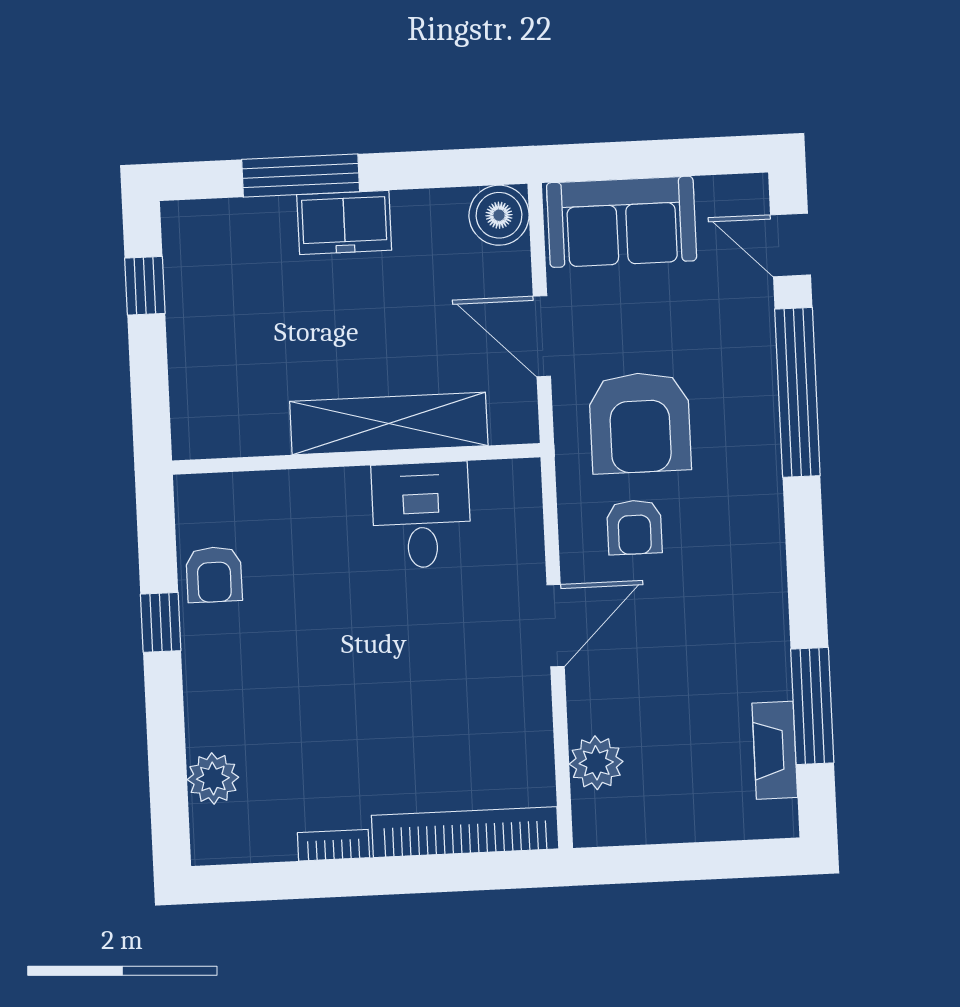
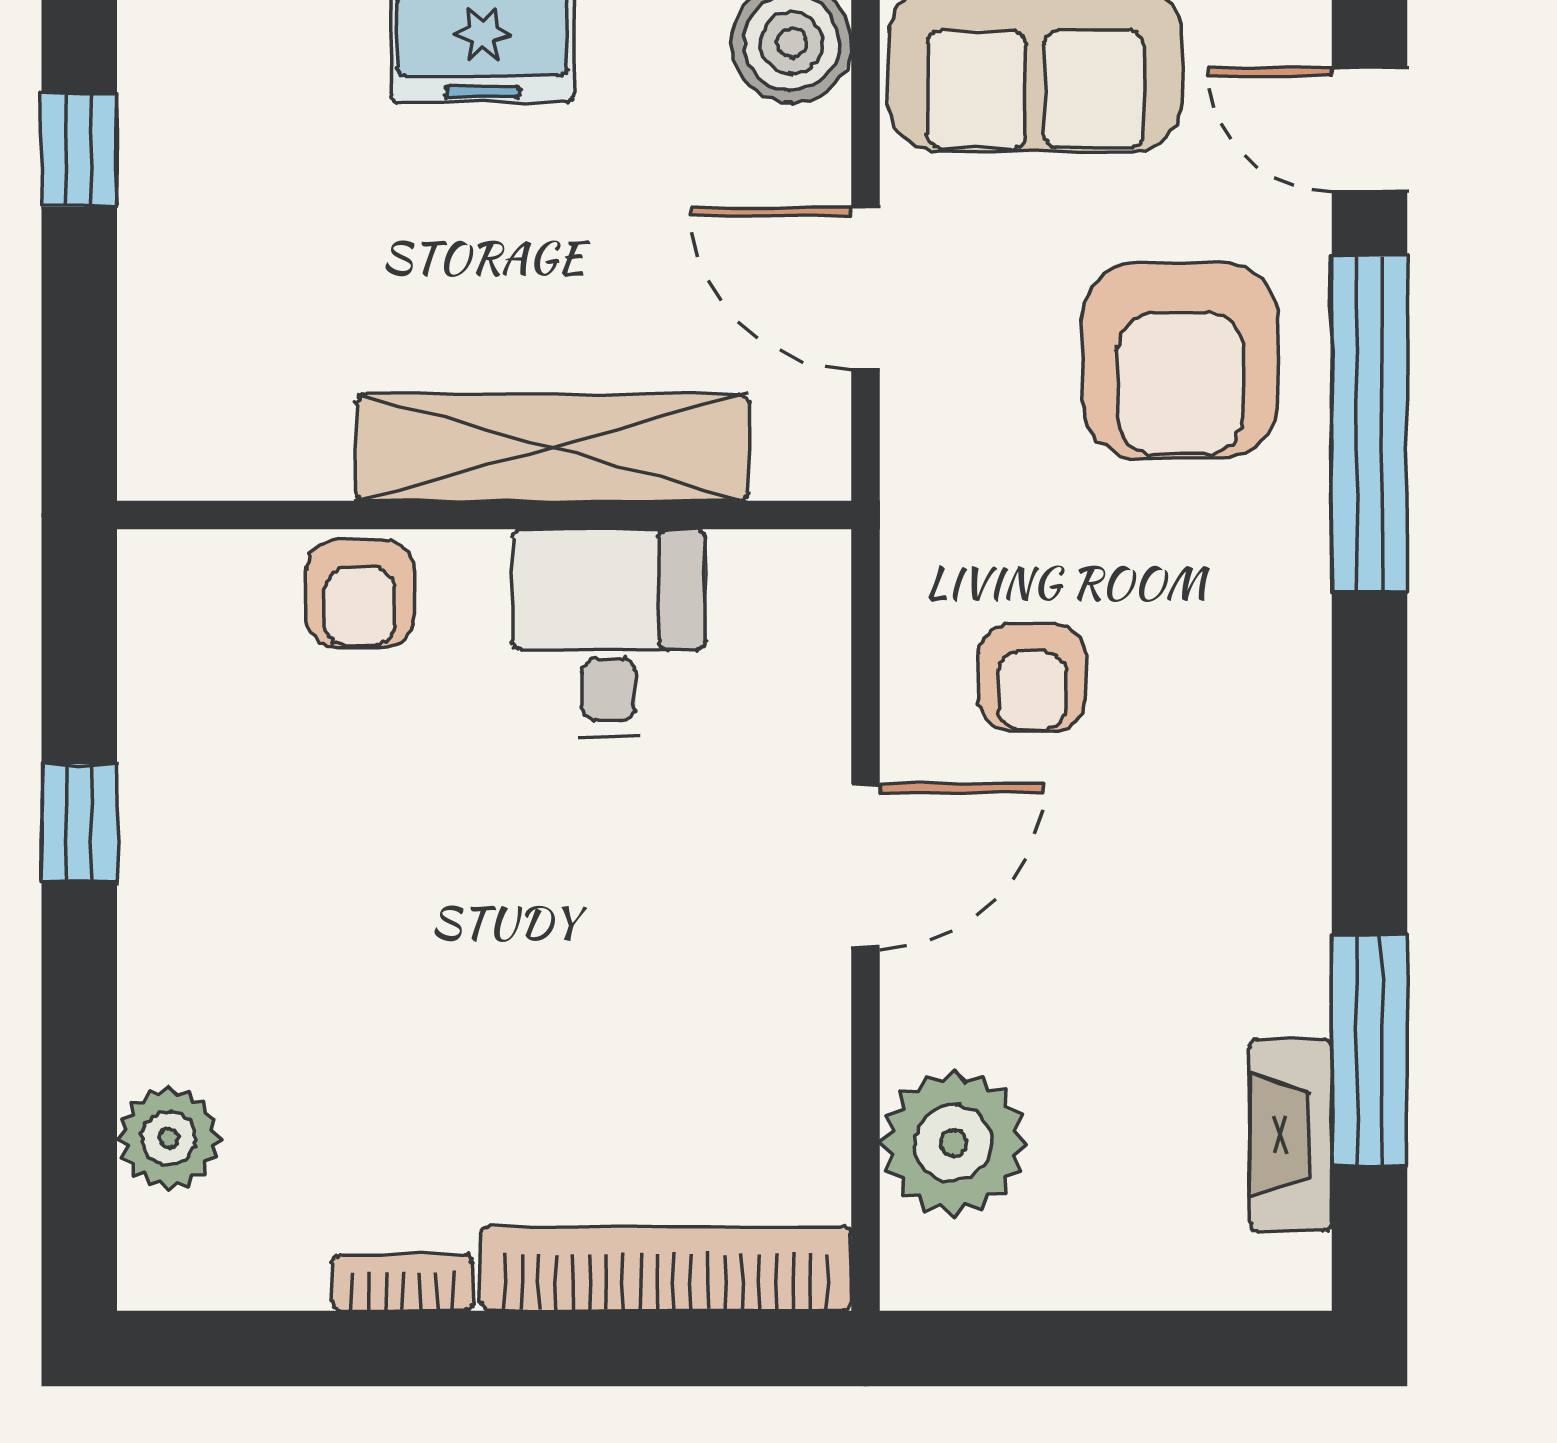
armchair: (640, 423) -> (1180, 360), moved
armchair: (214, 575) -> (360, 593), moved
plant: (596, 763) -> (953, 1143), width x1.36, depth x1.36

